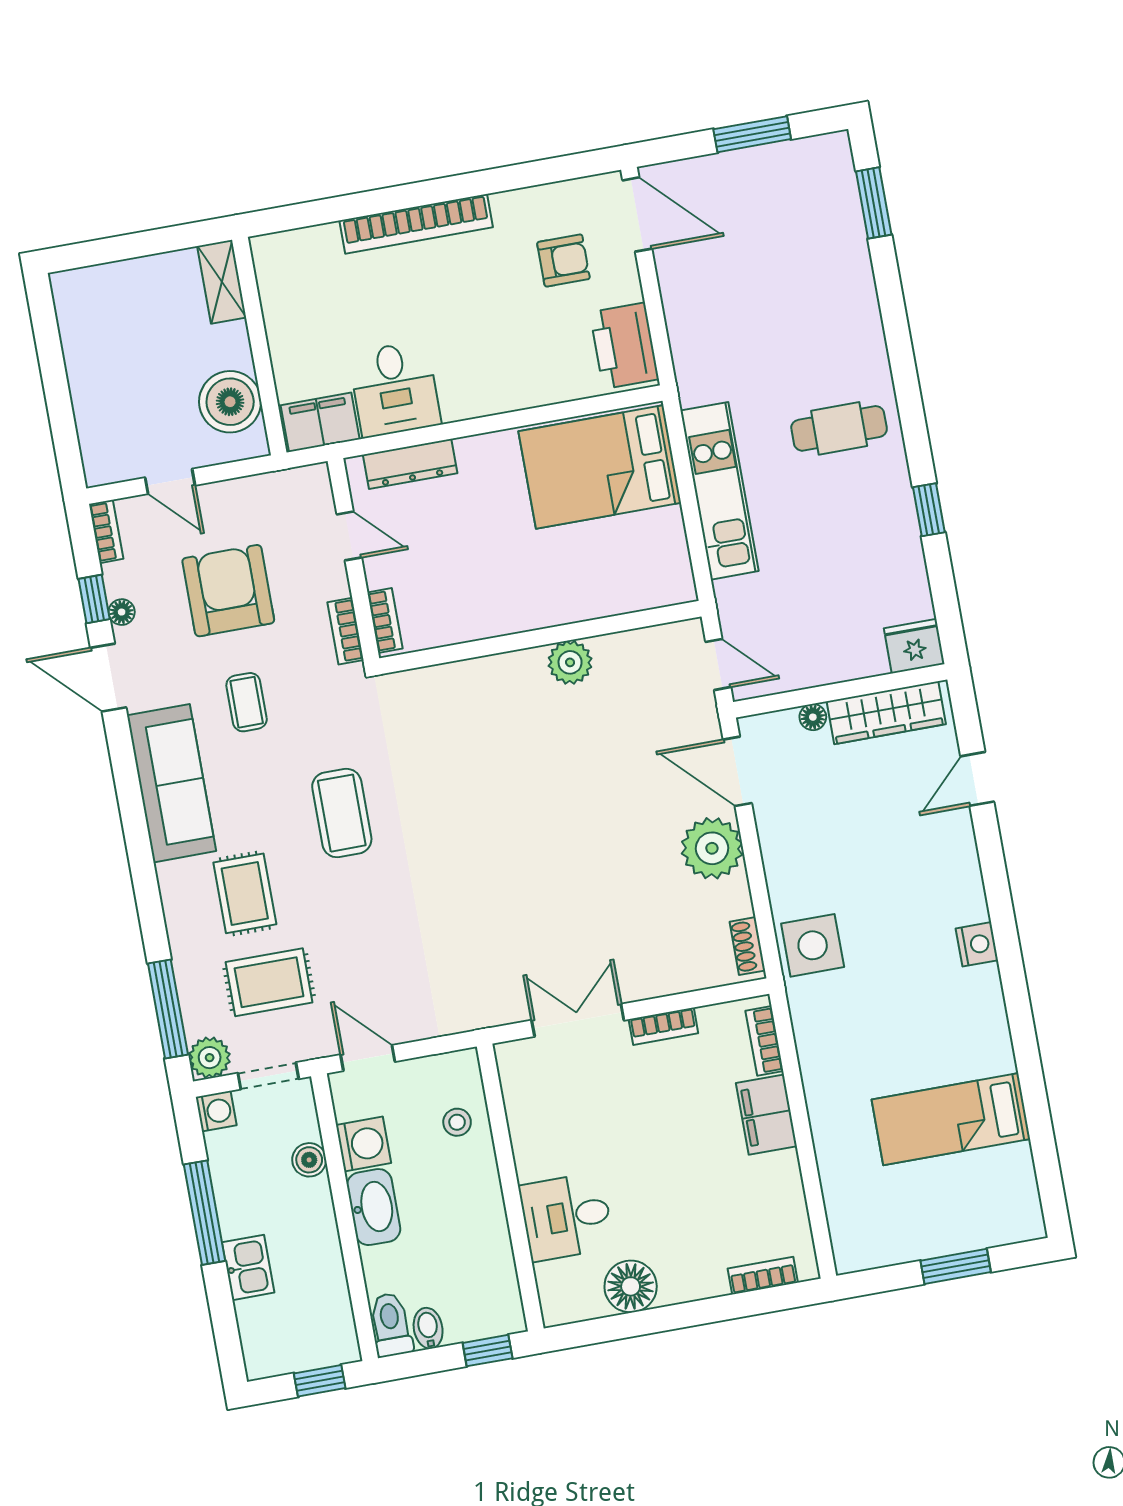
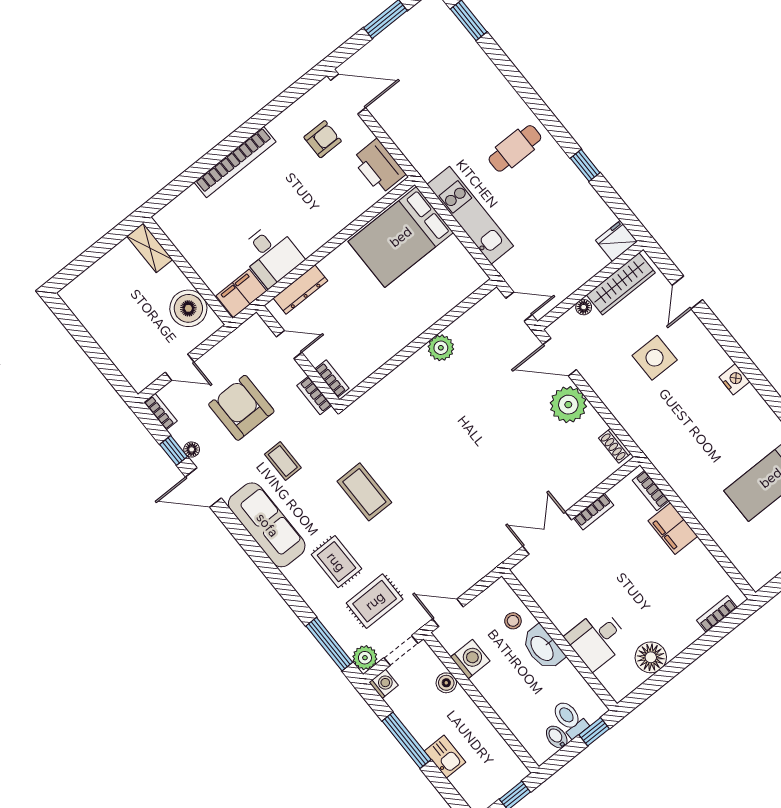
side table: (813, 945) -> (655, 358), moved
washbasin: (374, 1207) -> (543, 648), moved, turned 180
toilet: (391, 1325) -> (570, 719), moved

